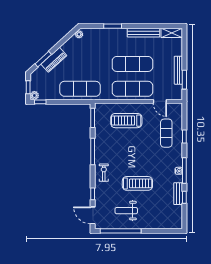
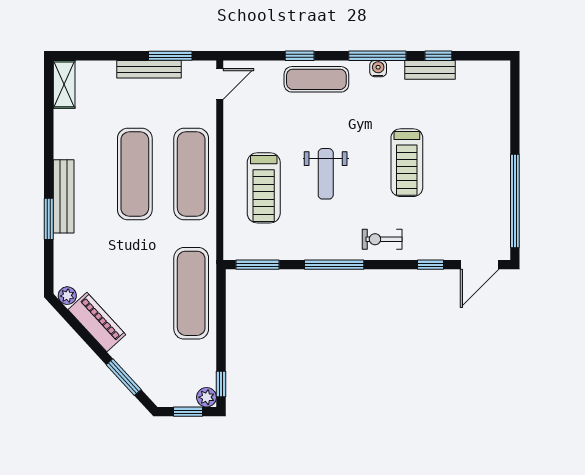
bench: (144, 33) -> (64, 196), moved
piano: (54, 60) -> (97, 322), moved
door: (160, 101) -> (220, 84), moved
exercise mat: (166, 133) -> (316, 79), moved
treadmill: (137, 183) -> (407, 163), turned 180
weight bench: (126, 211) -> (326, 174), moved

